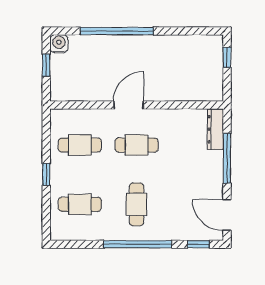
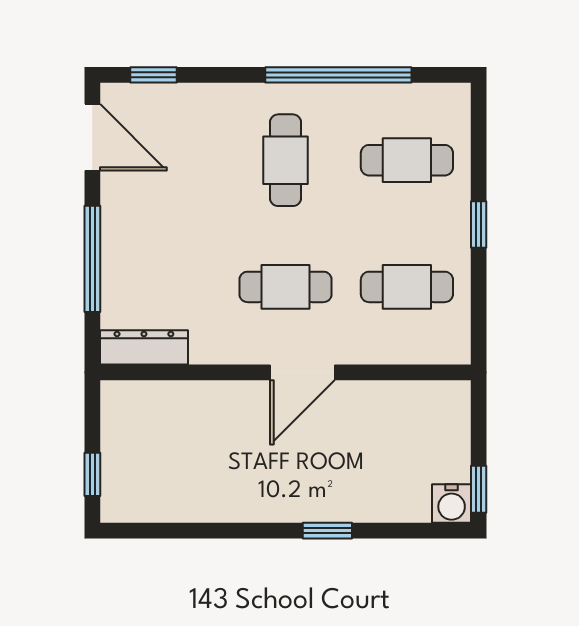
window: (117, 31) -> (327, 531), width x0.32
window: (46, 65) -> (479, 489), moved
dresser: (215, 129) -> (144, 347), moved, turned -90
window: (138, 244) -> (338, 75), moved

